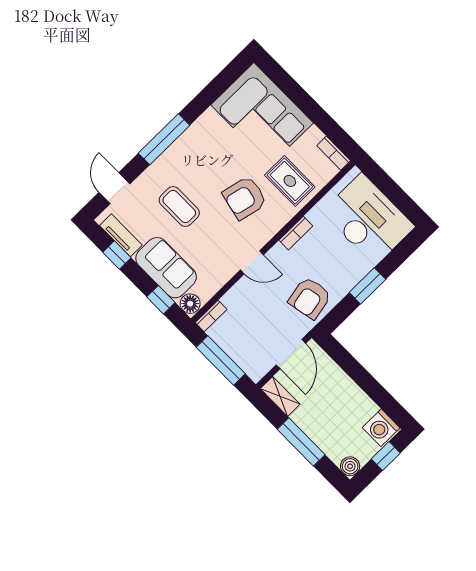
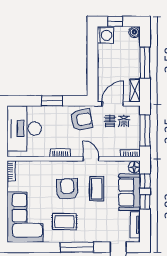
rug: (290, 181) -> (64, 222), moved, turned 90
armchair: (245, 198) -> (67, 189), turned -105
coffee table: (179, 206) -> (97, 189), moved
window: (117, 255) -> (145, 202), moved

